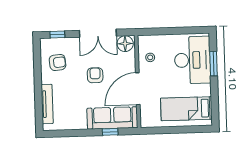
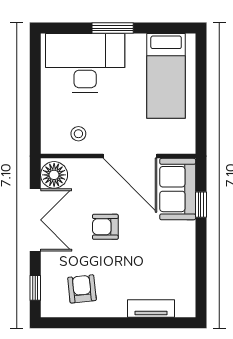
window: (214, 64) -> (113, 28), moved
tv unit: (47, 104) -> (151, 309), width x0.71
sofa: (112, 118) -> (178, 189), width x0.73

